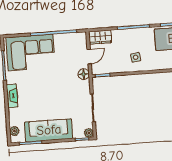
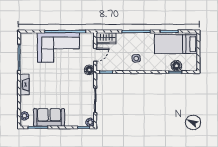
corner sofa: (31, 52) -> (58, 47), moved
sofa: (49, 130) -> (49, 117), width x0.73

